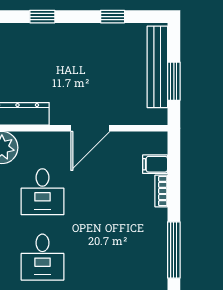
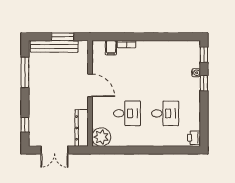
window: (42, 17) -> (25, 125), moved
window: (113, 17) -> (25, 73), width x2.17
window: (174, 250) -> (161, 37), removed

